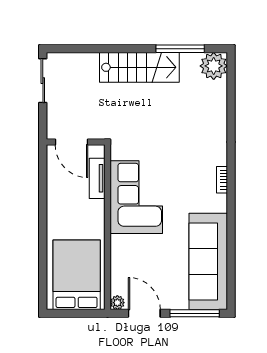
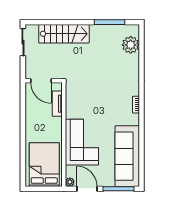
plant: (214, 66) -> (131, 45), moved
stairs: (139, 67) -> (64, 34), moved
corner sofa: (136, 197) -> (82, 142), moved

